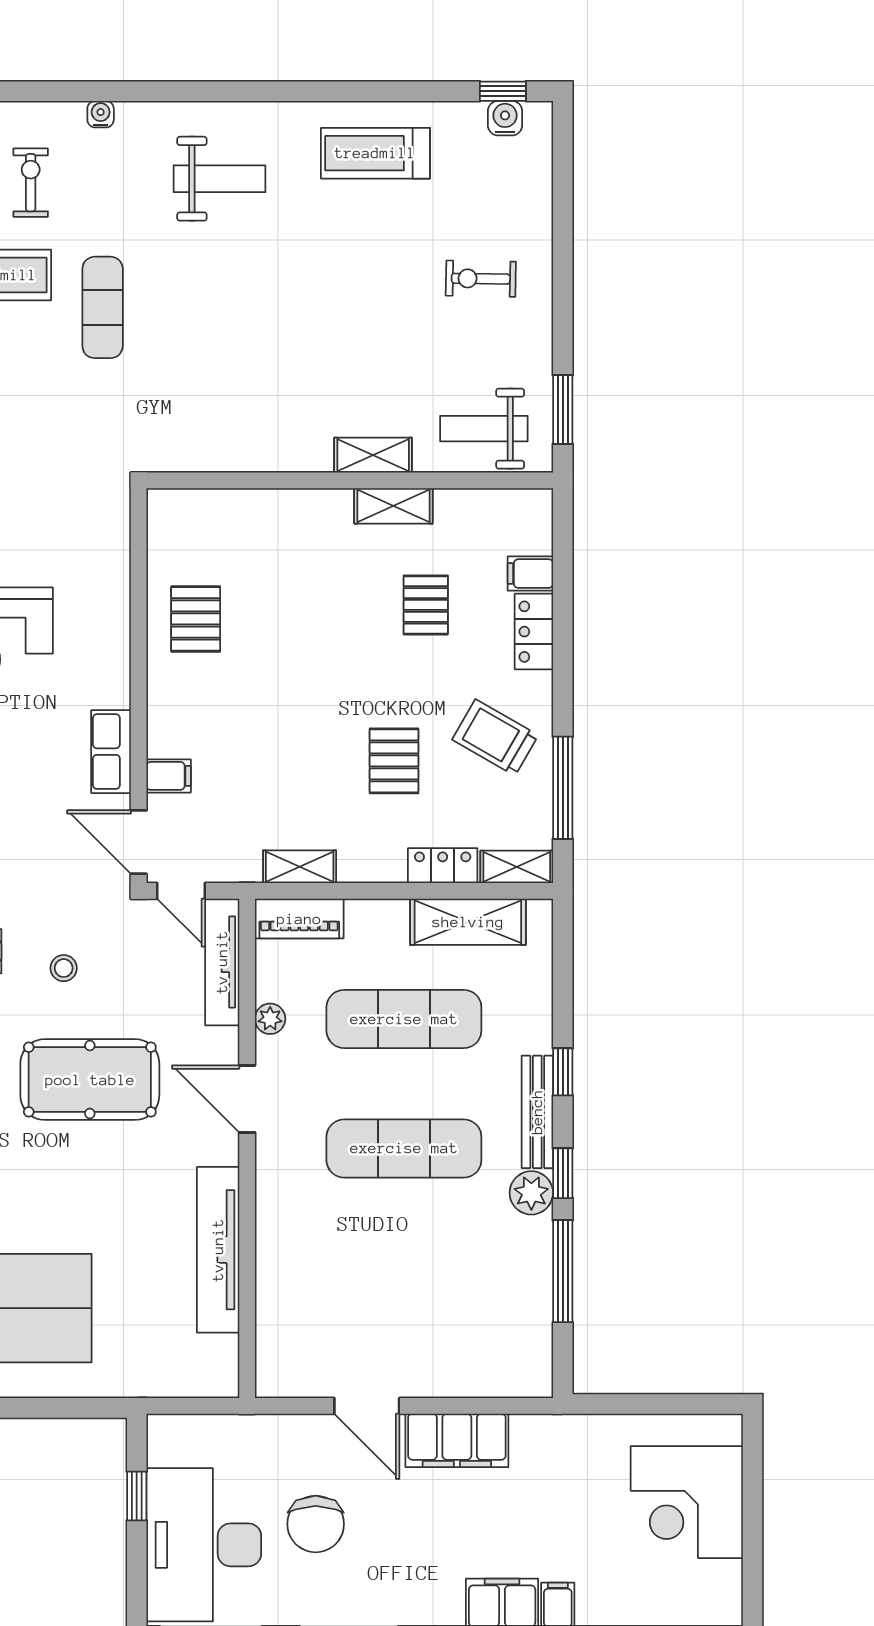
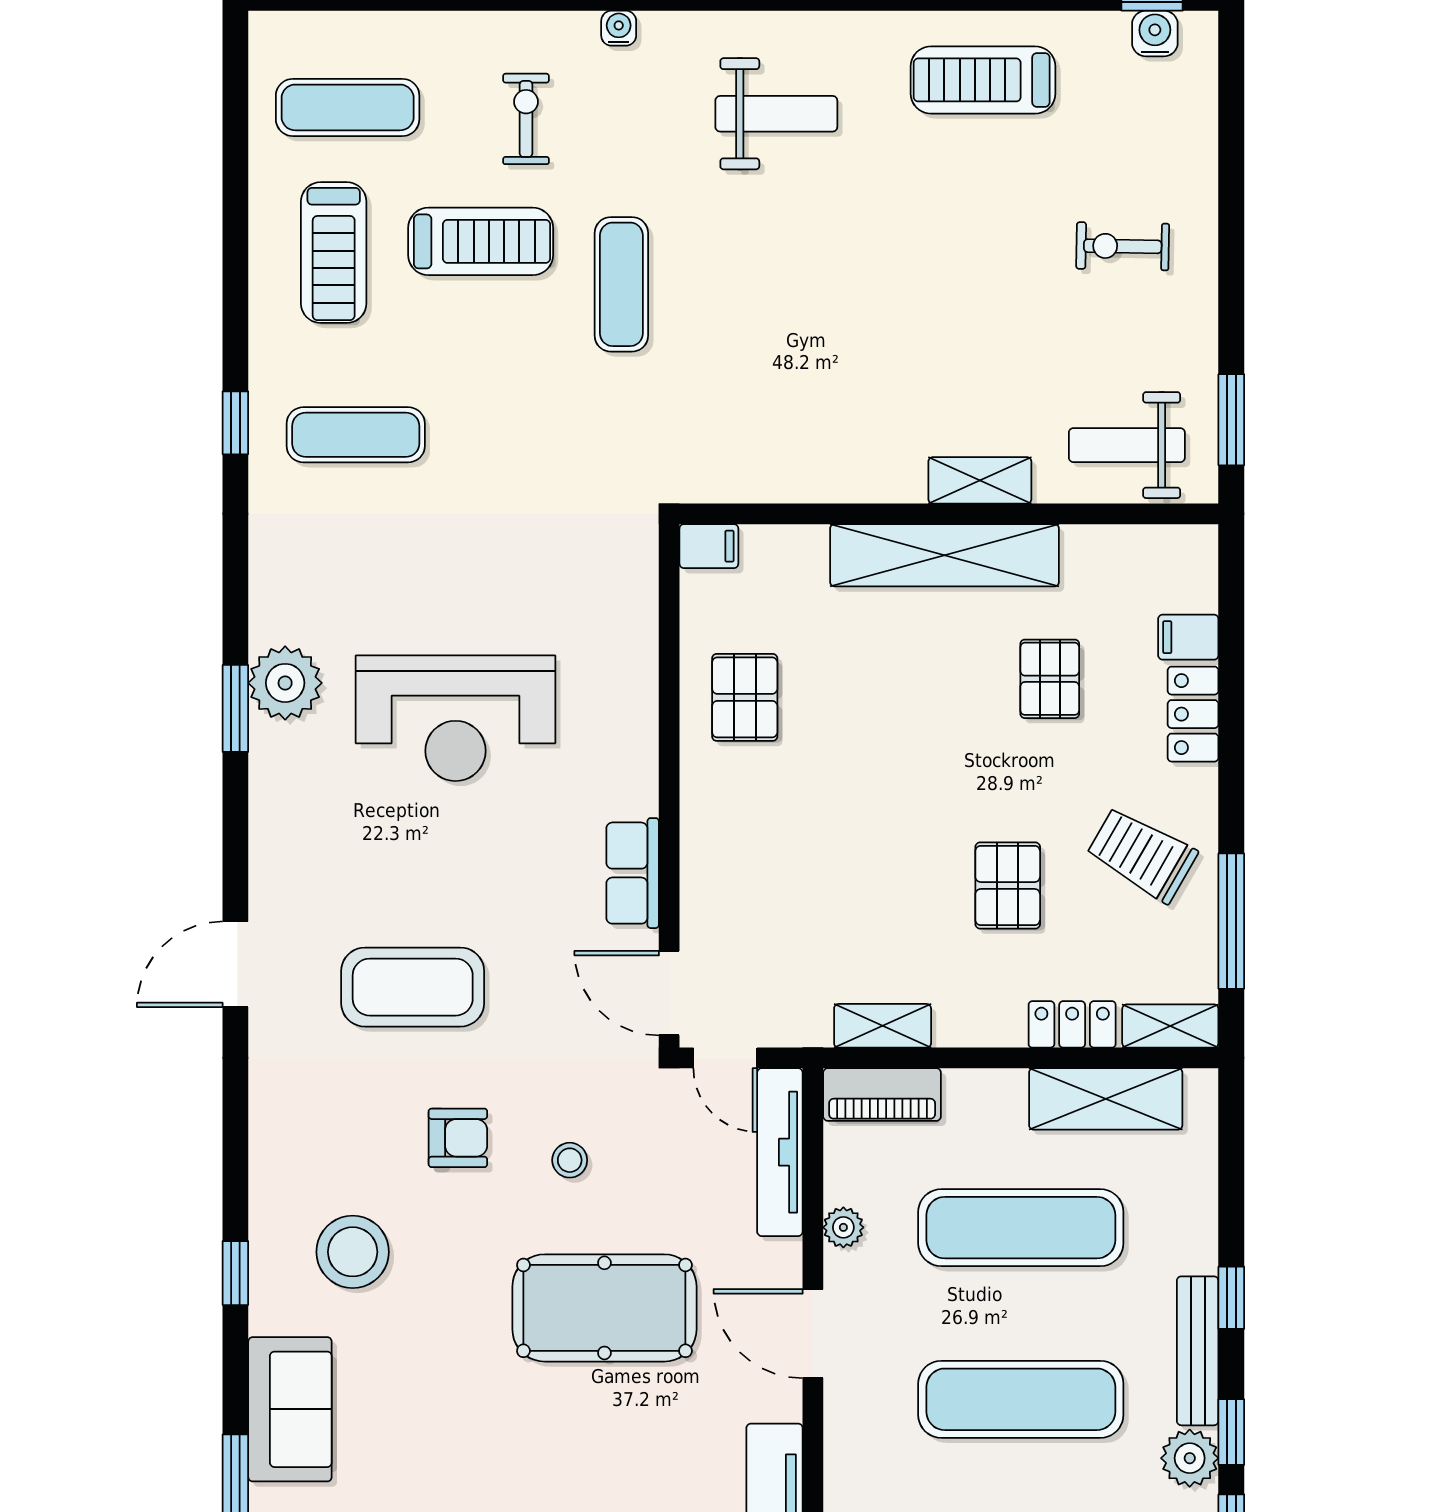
shelving: (393, 506) -> (945, 555), width x2.20, depth x1.33
filing cabinet: (169, 776) -> (709, 546), moved

